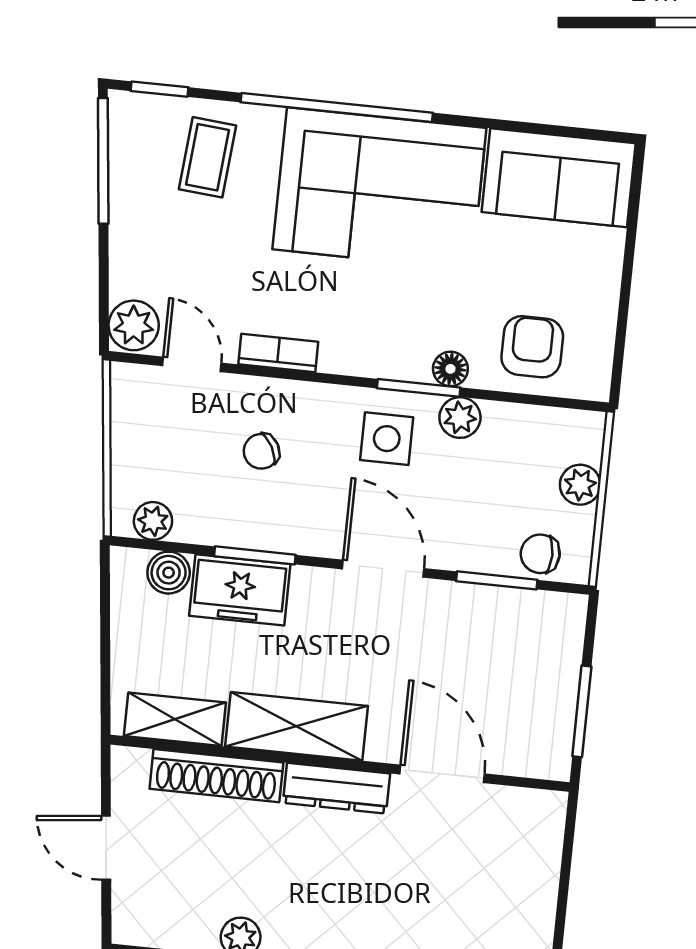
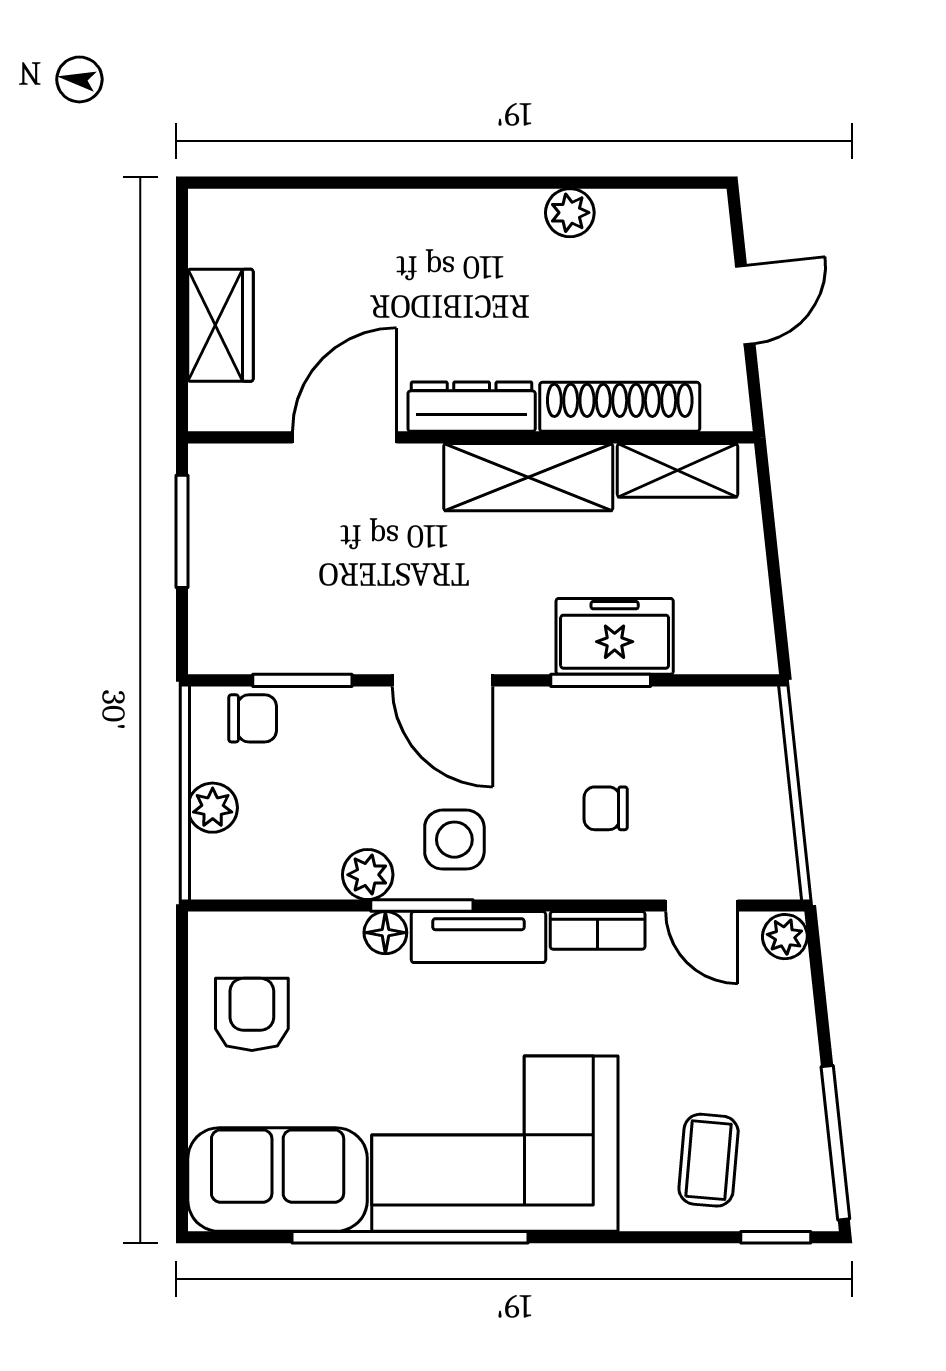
window: (337, 107) -> (410, 1237), moved
plant: (134, 325) -> (785, 937), width x0.73, depth x0.73
armchair: (532, 347) -> (252, 1014), moved, turned 180
tv unit: (375, 358) -> (478, 937), added
chair: (261, 451) -> (606, 808), turned -151
plant: (153, 521) -> (729, 710), removed
boiler: (169, 573) -> (704, 649), removed
door: (442, 774) -> (345, 437), swing flipped
door: (106, 848) -> (745, 305), hinge flipped
wardrobe: (533, 875) -> (220, 325), added

